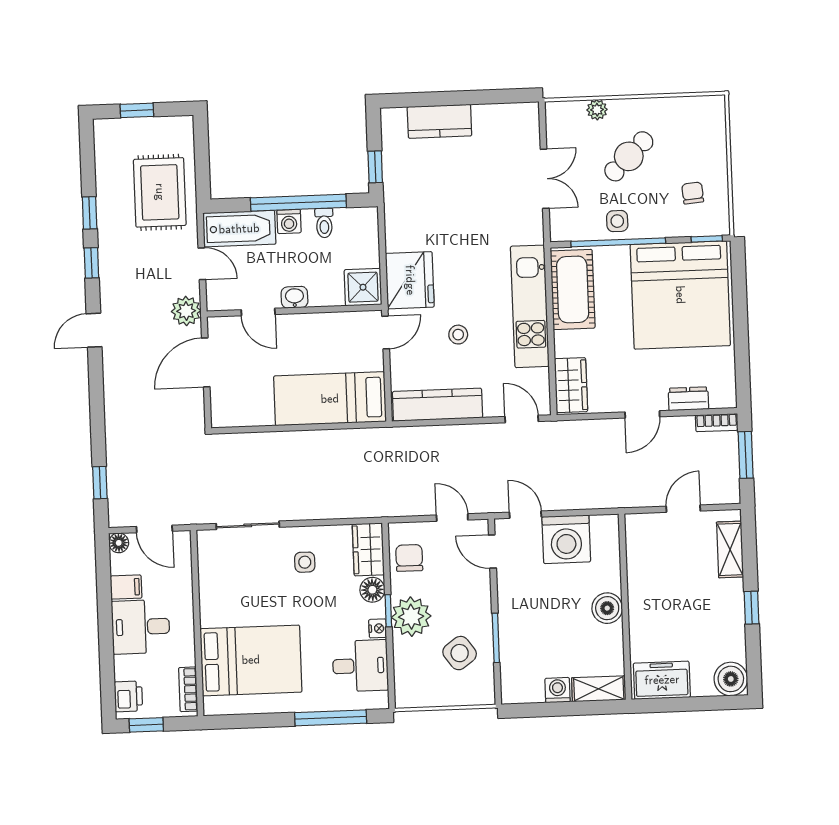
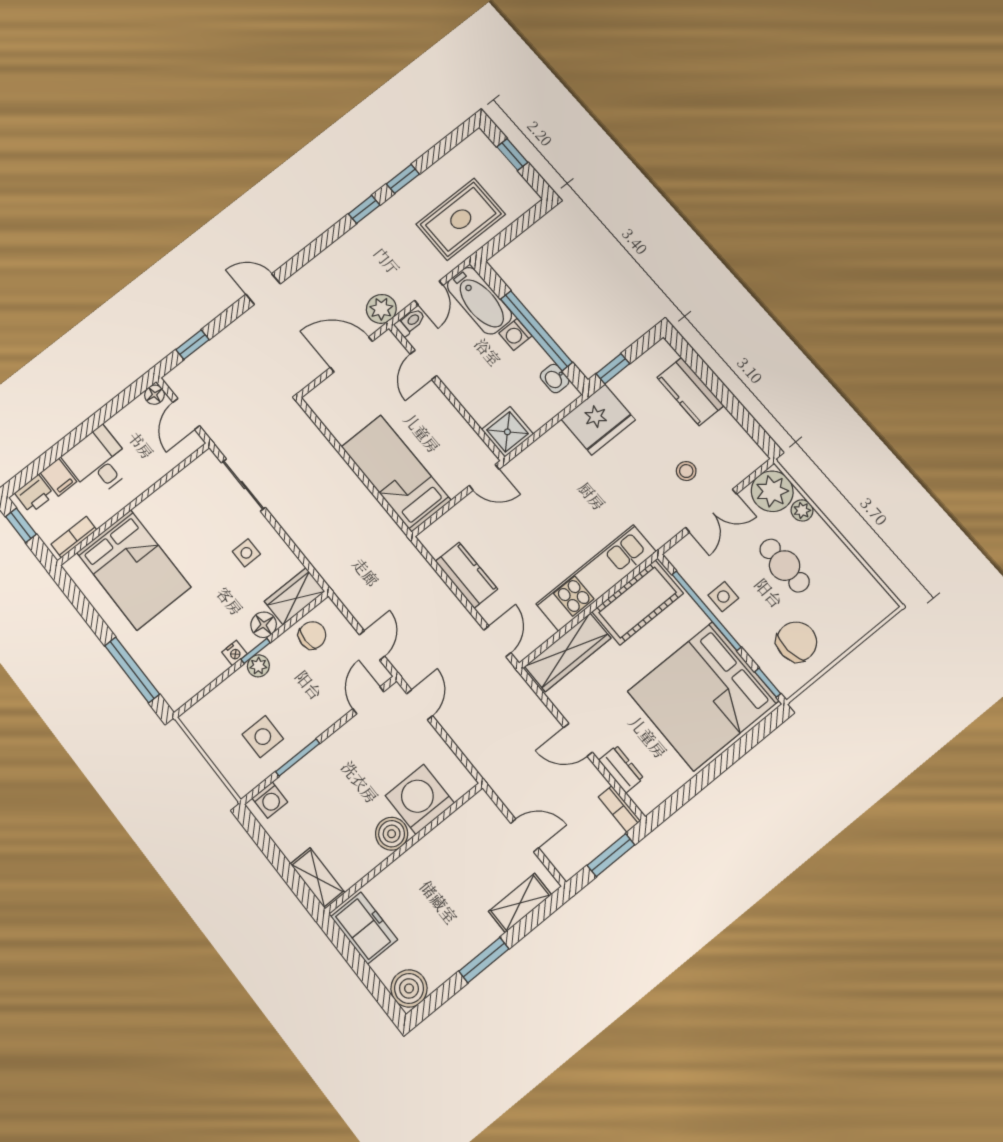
plant: (565, 121) -> (772, 491), added
cafe table: (629, 156) -> (785, 566), turned 44
chair: (693, 193) -> (797, 642), width x1.87, depth x1.87
toilet: (324, 223) -> (410, 322), moved, turned 180
fridge: (410, 280) -> (598, 419), moved
washbasin: (294, 297) -> (555, 379), moved, turned 180
door: (94, 330) -> (263, 289), moved
stool: (458, 335) -> (686, 471), moved
wardrobe: (571, 385) -> (568, 652), width x1.50
kitchen counter: (437, 405) -> (466, 575), width x0.67
washing machine: (566, 539) -> (420, 799), moved, turned 90
filing cabinet: (126, 587) -> (59, 477), moved
window: (751, 608) -> (484, 960), width x1.50
plant: (411, 617) -> (258, 666), width x0.53, depth x0.53
side table: (460, 653) -> (263, 737), turned 36
desk: (360, 666) -> (193, 662), removed
washing machine: (558, 690) -> (270, 800), moved, turned 90

